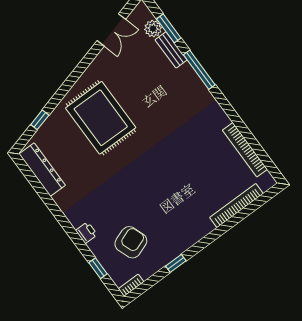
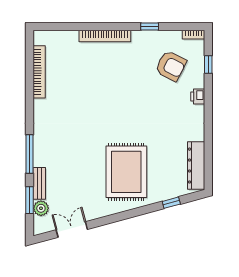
bookcase: (236, 206) -> (105, 36), moved
armchair: (131, 242) -> (171, 66), turned -133

